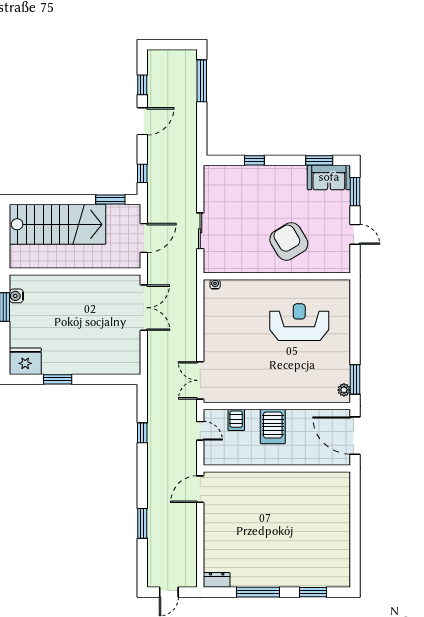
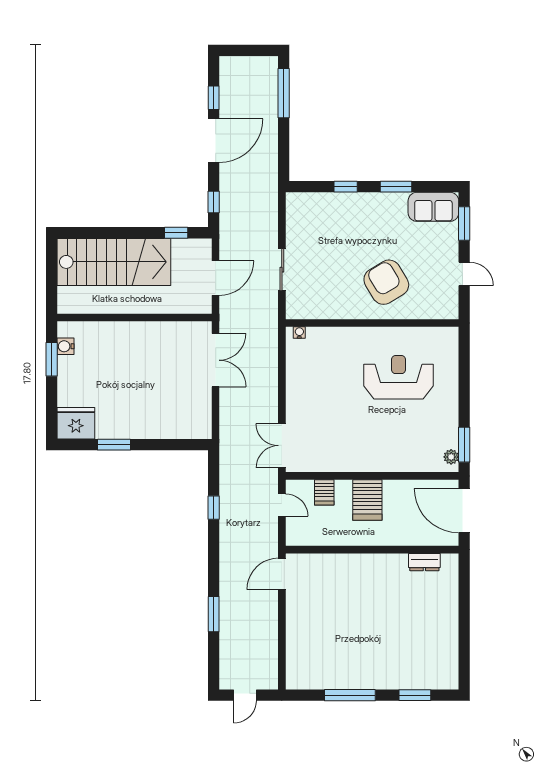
door: (142, 121) -> (214, 141), width x1.36
window: (319, 160) -> (396, 187), moved
window: (110, 199) -> (176, 233), width x0.67
dresser: (217, 580) -> (424, 562), moved, turned 180

